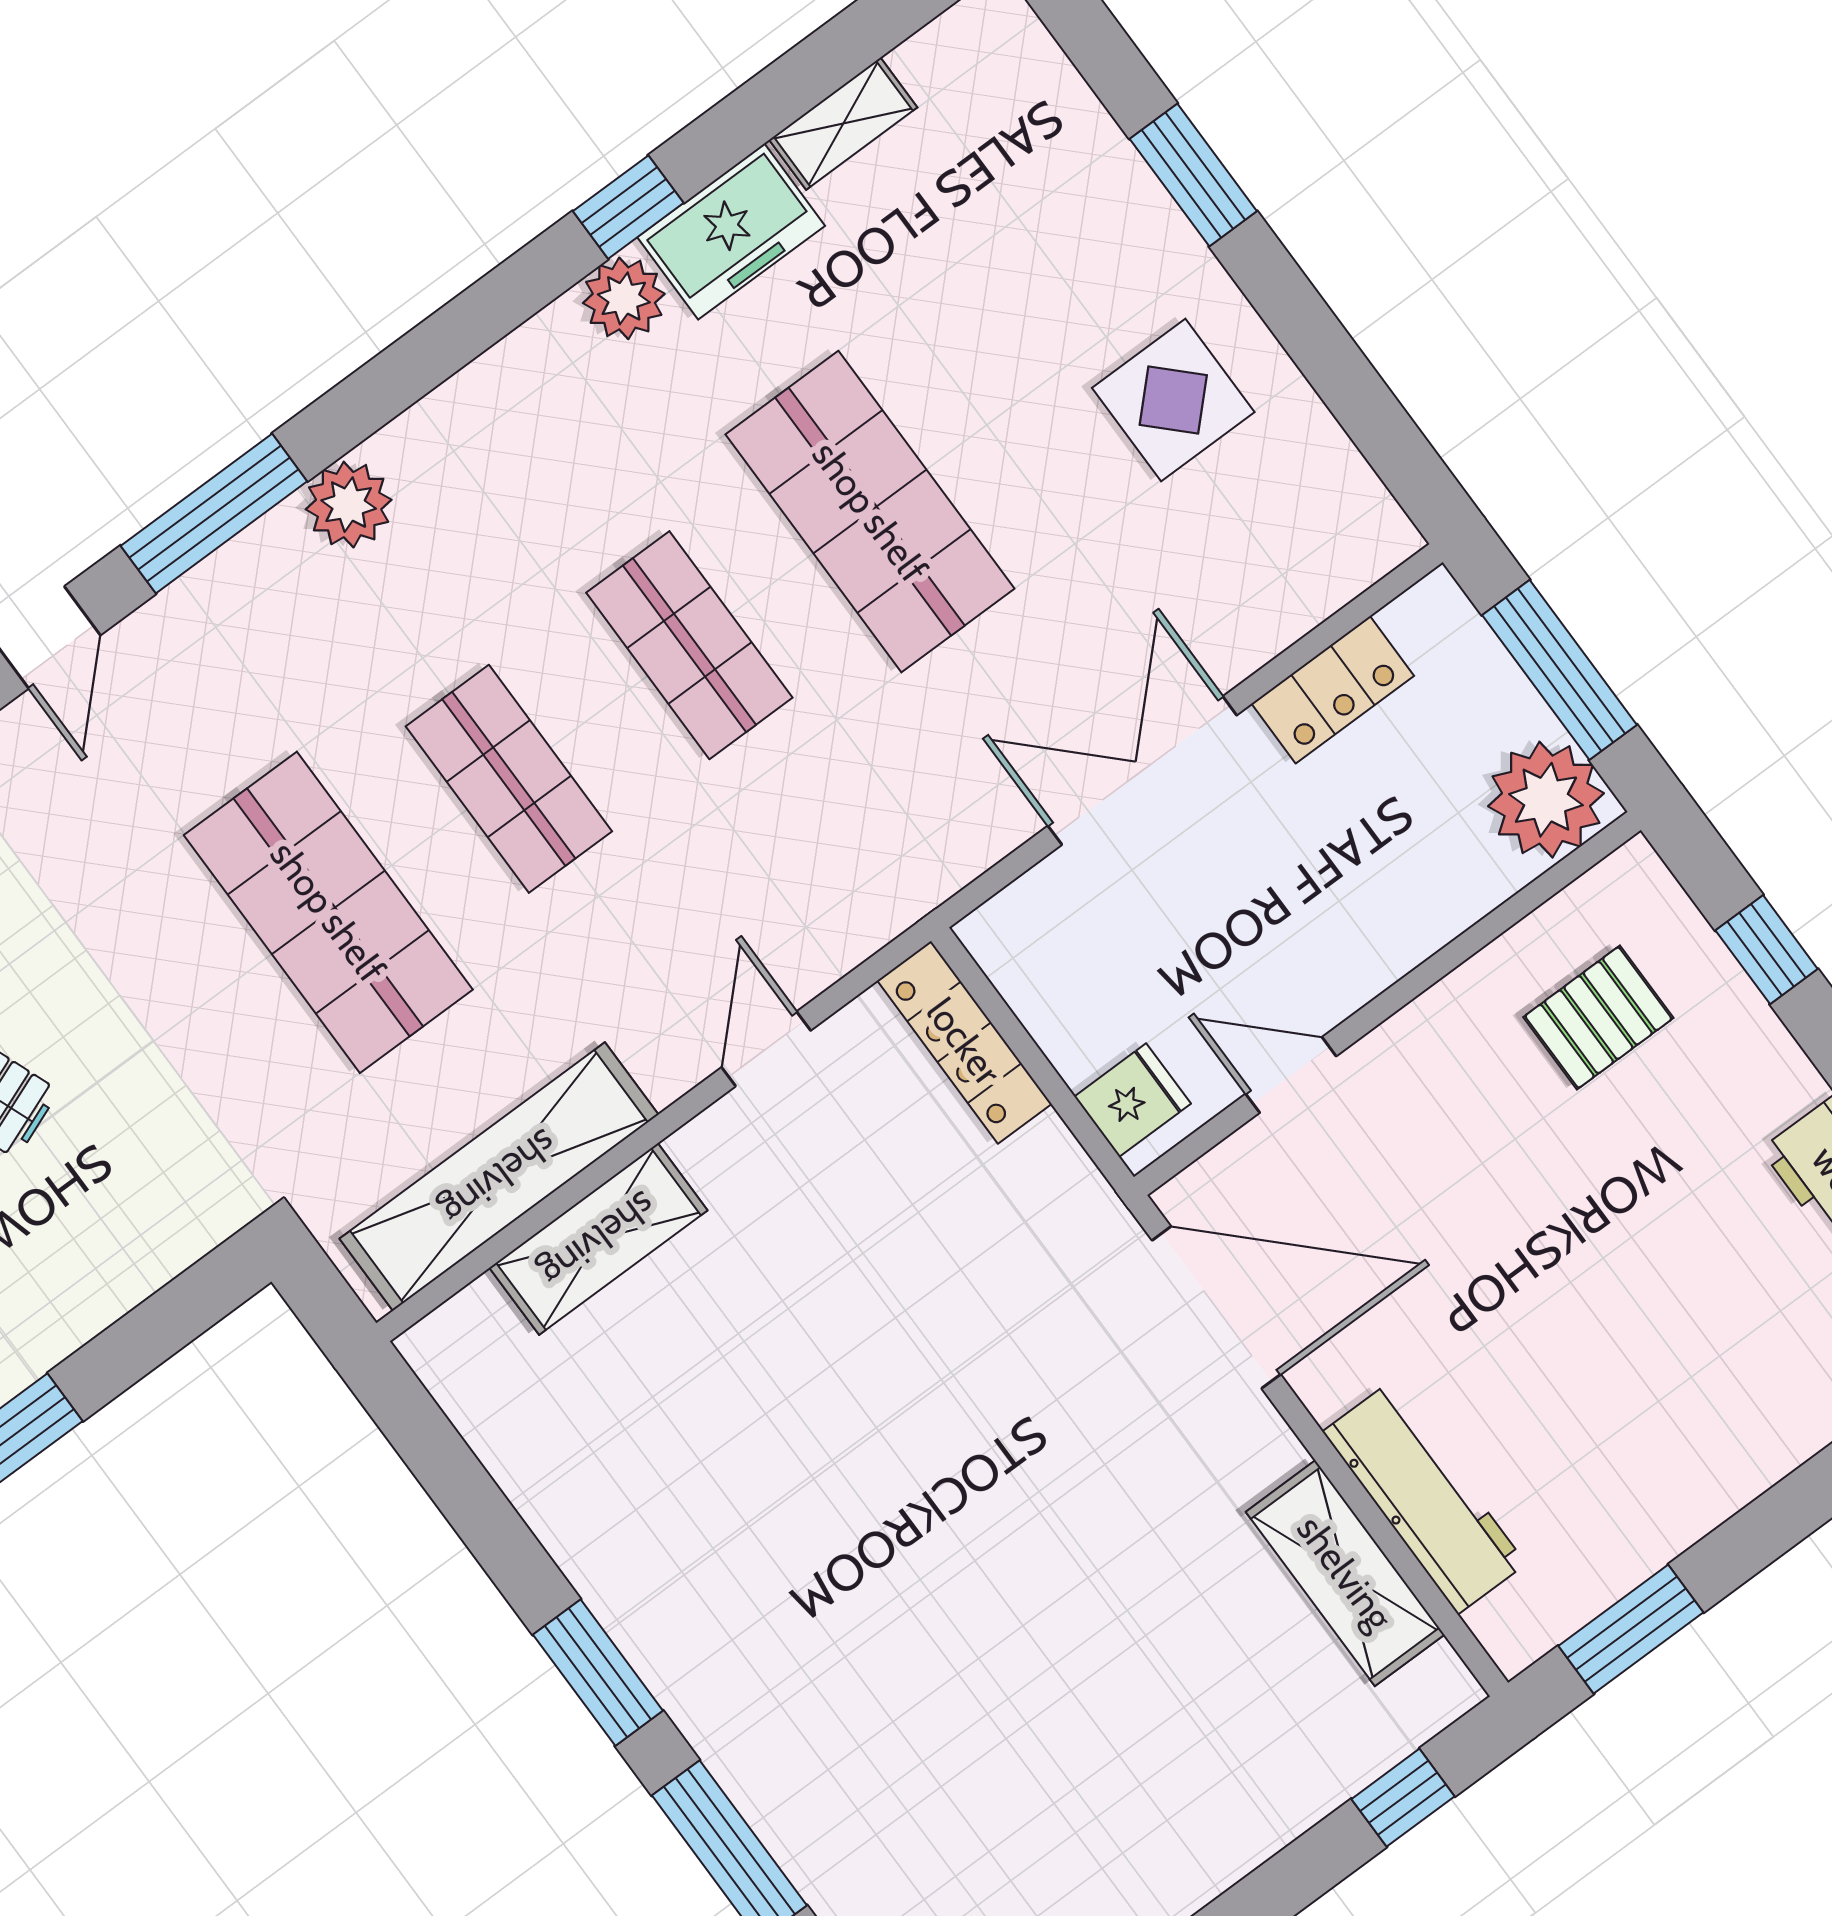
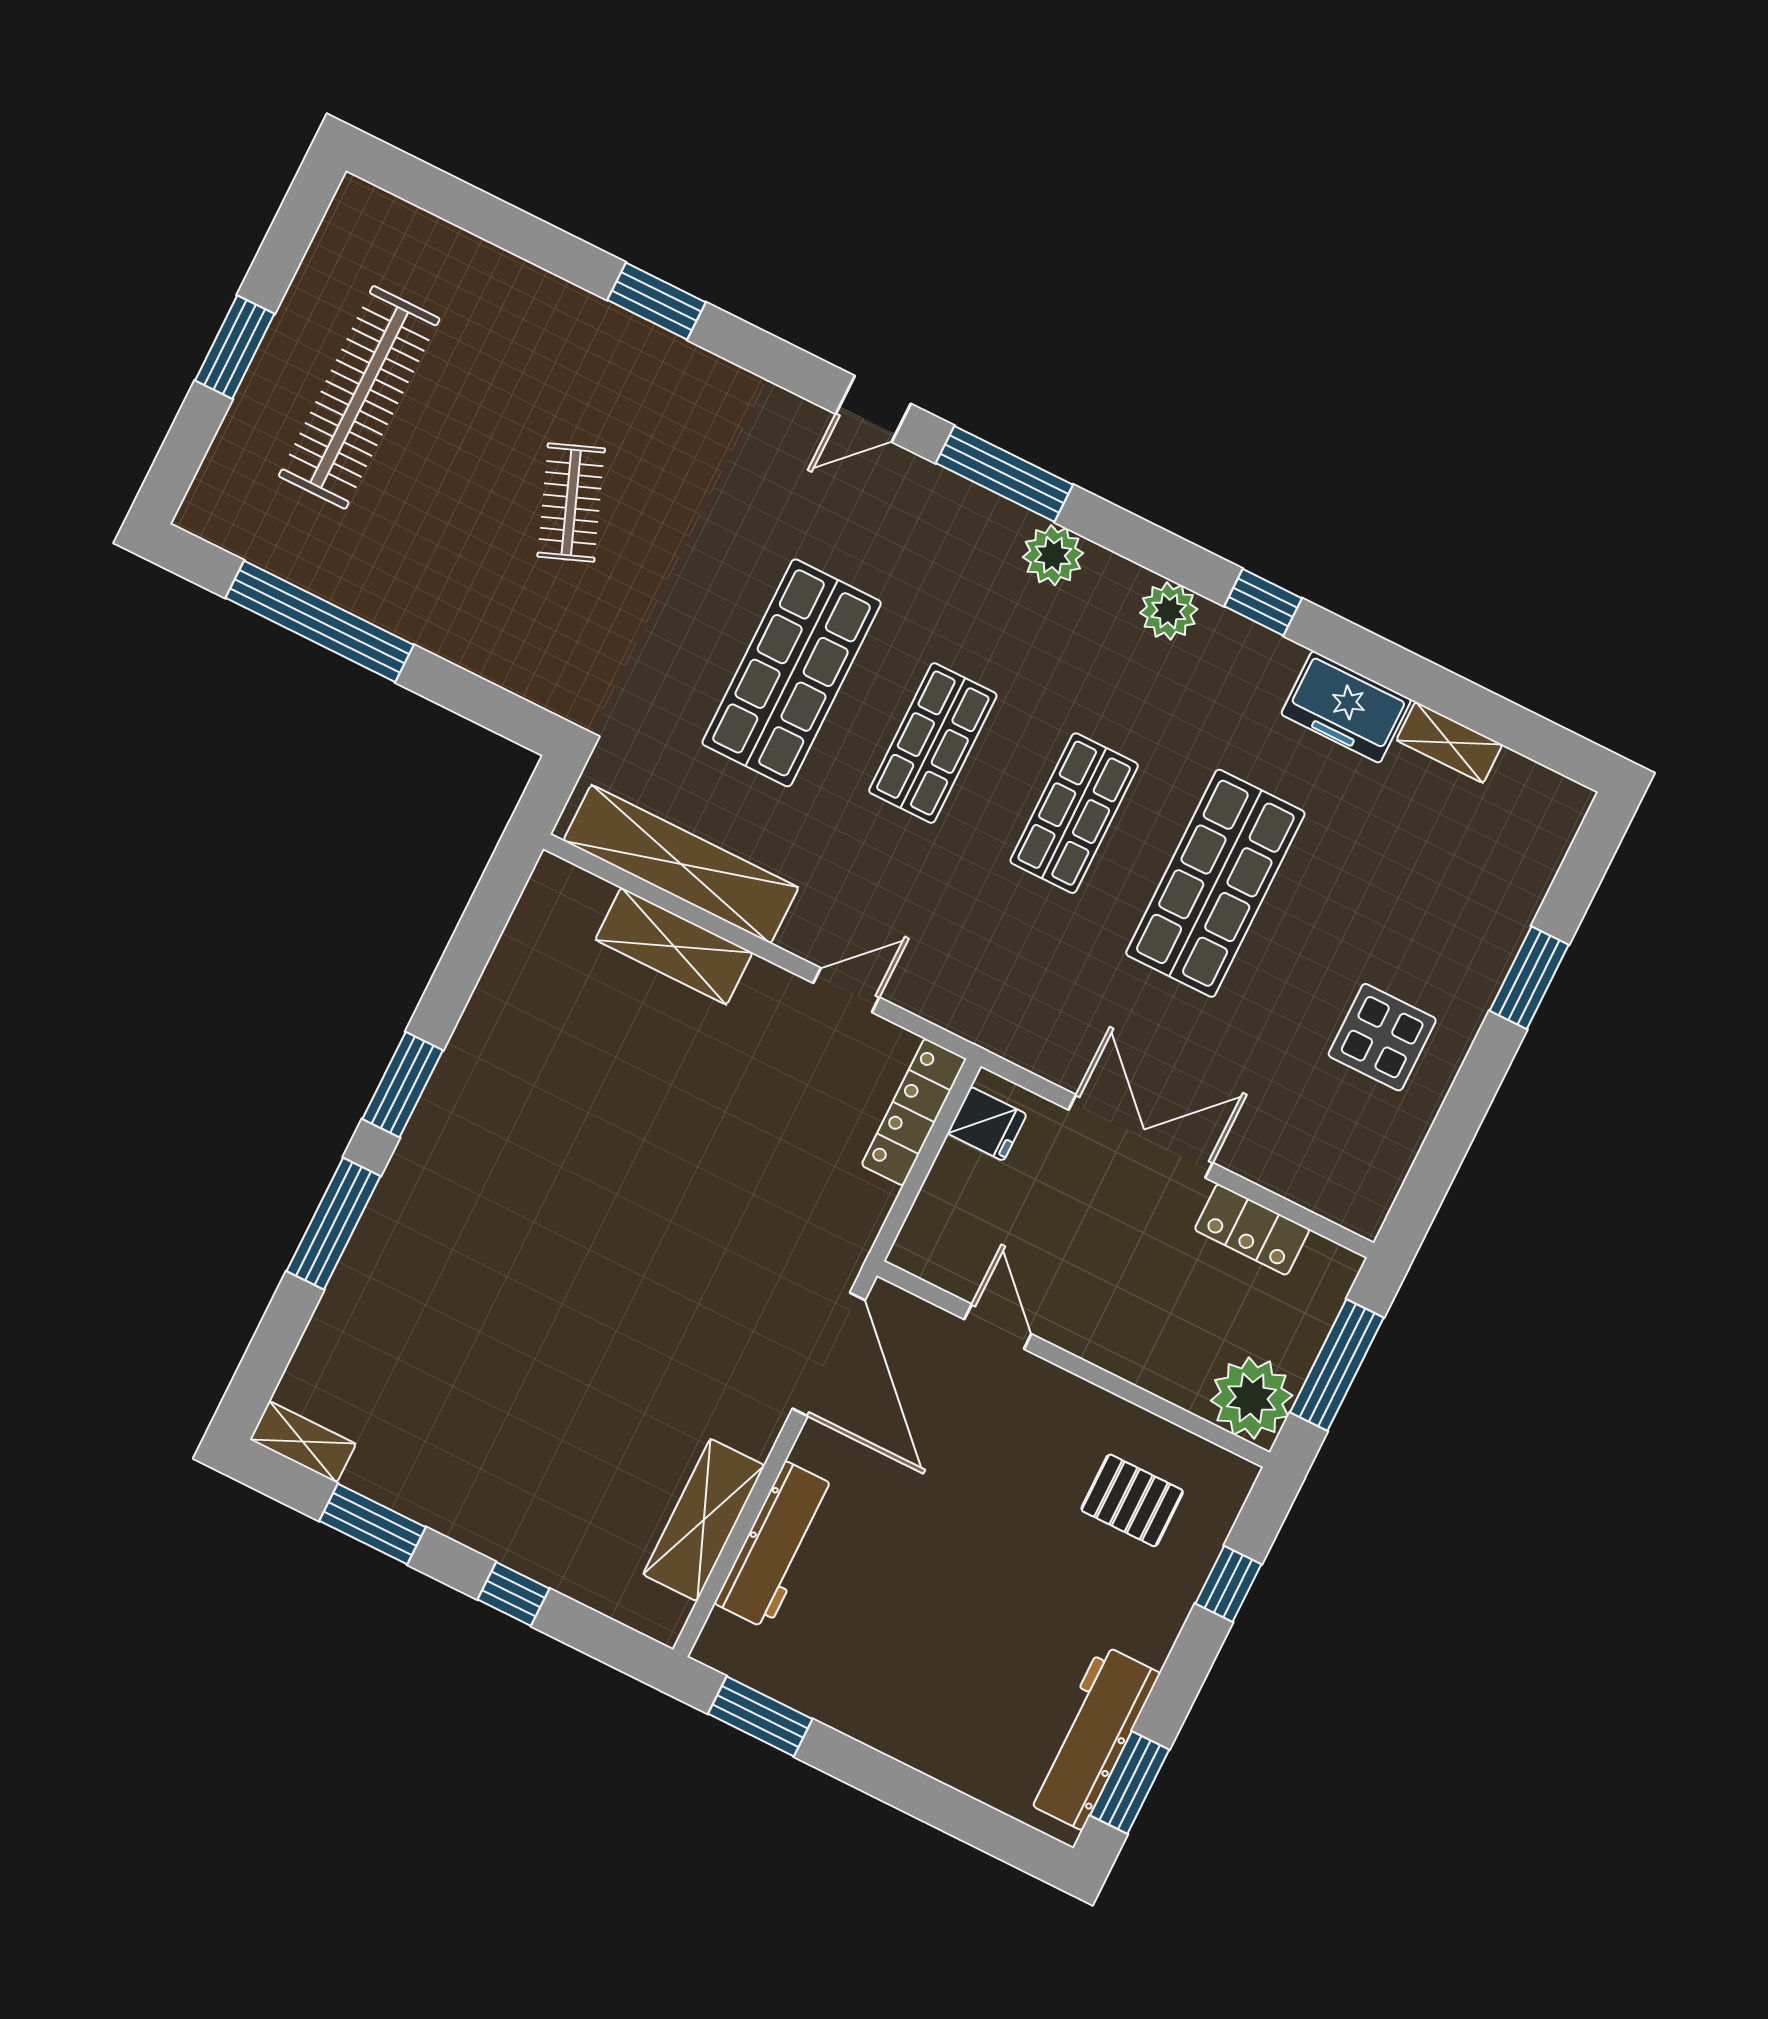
window: (628, 207) -> (1263, 602), moved
plant: (624, 298) -> (1169, 611), moved
fridge: (1133, 1100) -> (987, 1124), moved
window: (1403, 1798) -> (514, 1594), moved

